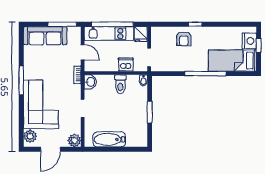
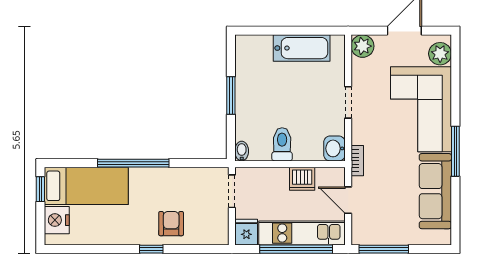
sofa: (45, 36) -> (435, 191), moved, turned -90
window: (259, 45) -> (40, 189), moved
dishwasher: (126, 65) -> (302, 179), moved

